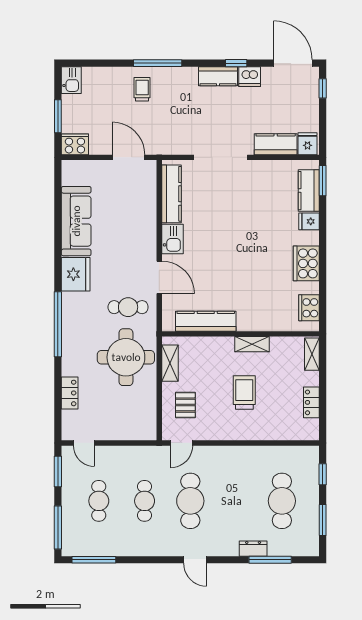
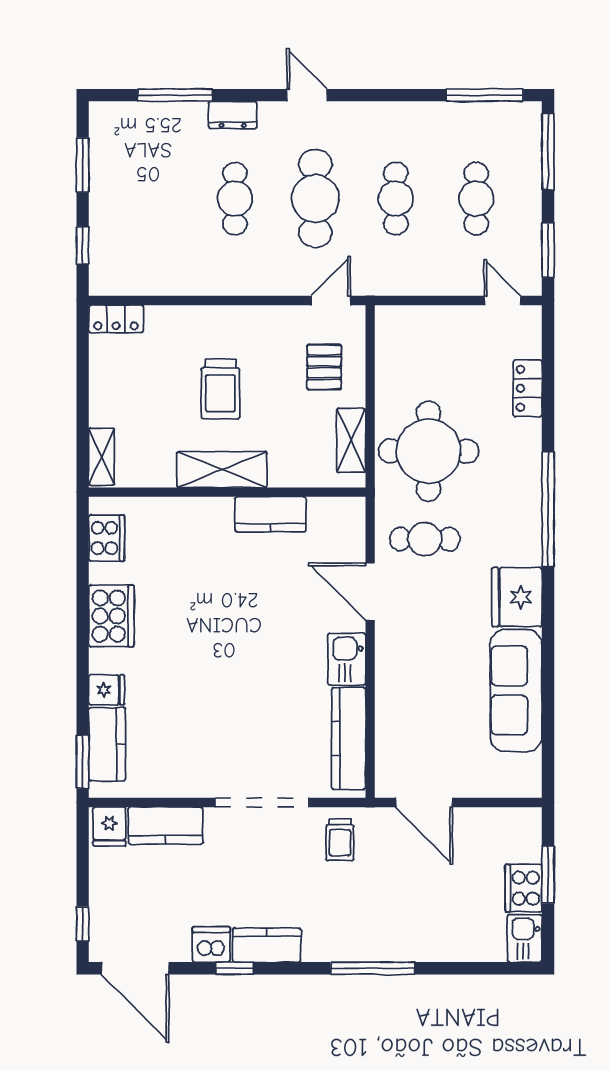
trolley: (142, 89) -> (340, 840), moved
cooker: (75, 144) -> (524, 888), moved, turned 90
kitchen counter: (206, 321) -> (270, 514), width x0.67
shelving: (252, 344) -> (222, 470), width x1.50, depth x1.33
locker: (311, 402) -> (116, 319), moved, turned 90
cafe table: (282, 501) -> (235, 199), moved, width x0.73, depth x0.74
dresser: (253, 549) -> (233, 115), moved

